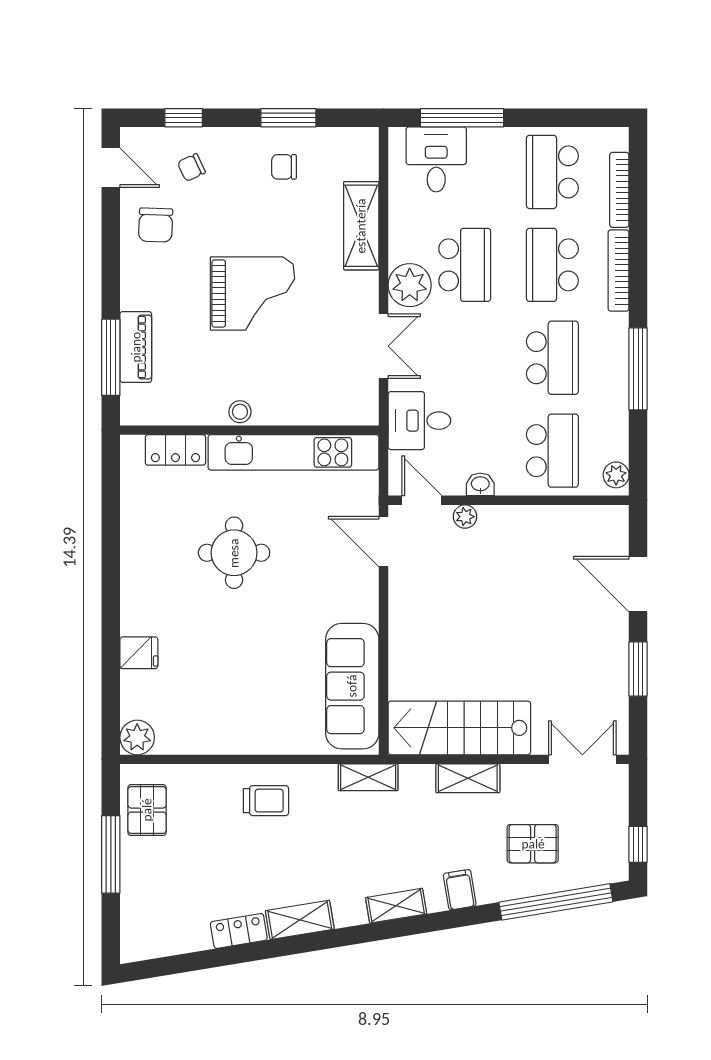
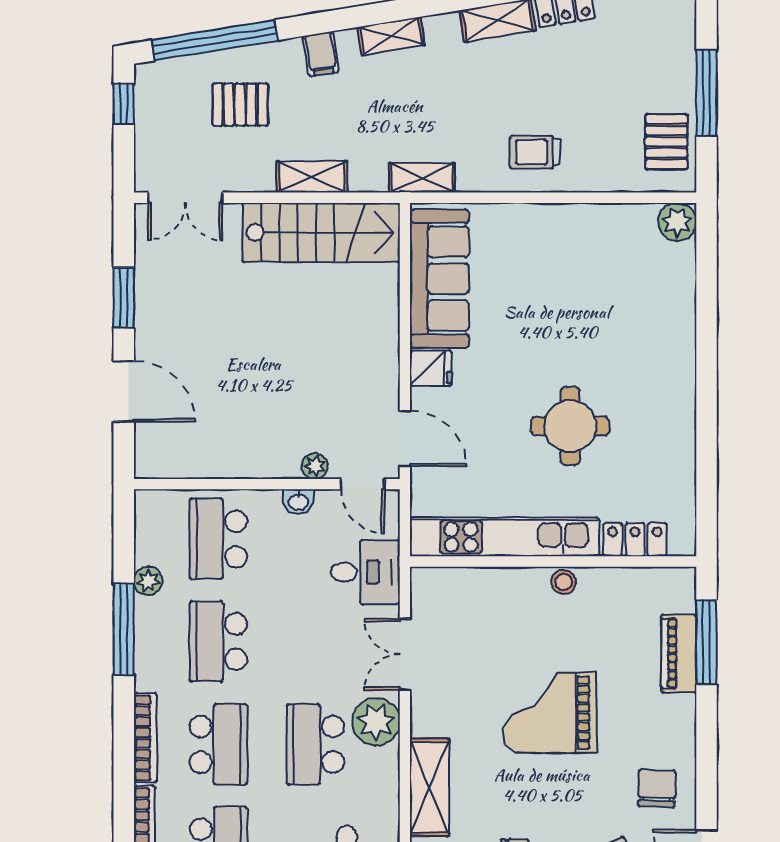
plant: (616, 475) -> (148, 581), moved
fridge: (139, 653) -> (431, 368), moved, turned 180

